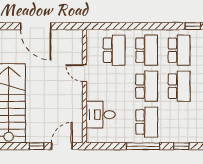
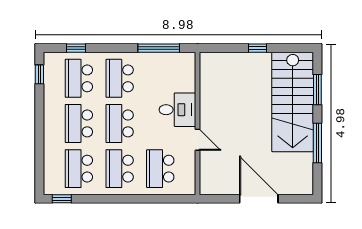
desk: (101, 115) -> (177, 110), moved
school desk: (179, 122) -> (79, 78), added
door: (62, 146) -> (226, 48), removed
window: (143, 146) -> (159, 48), moved

